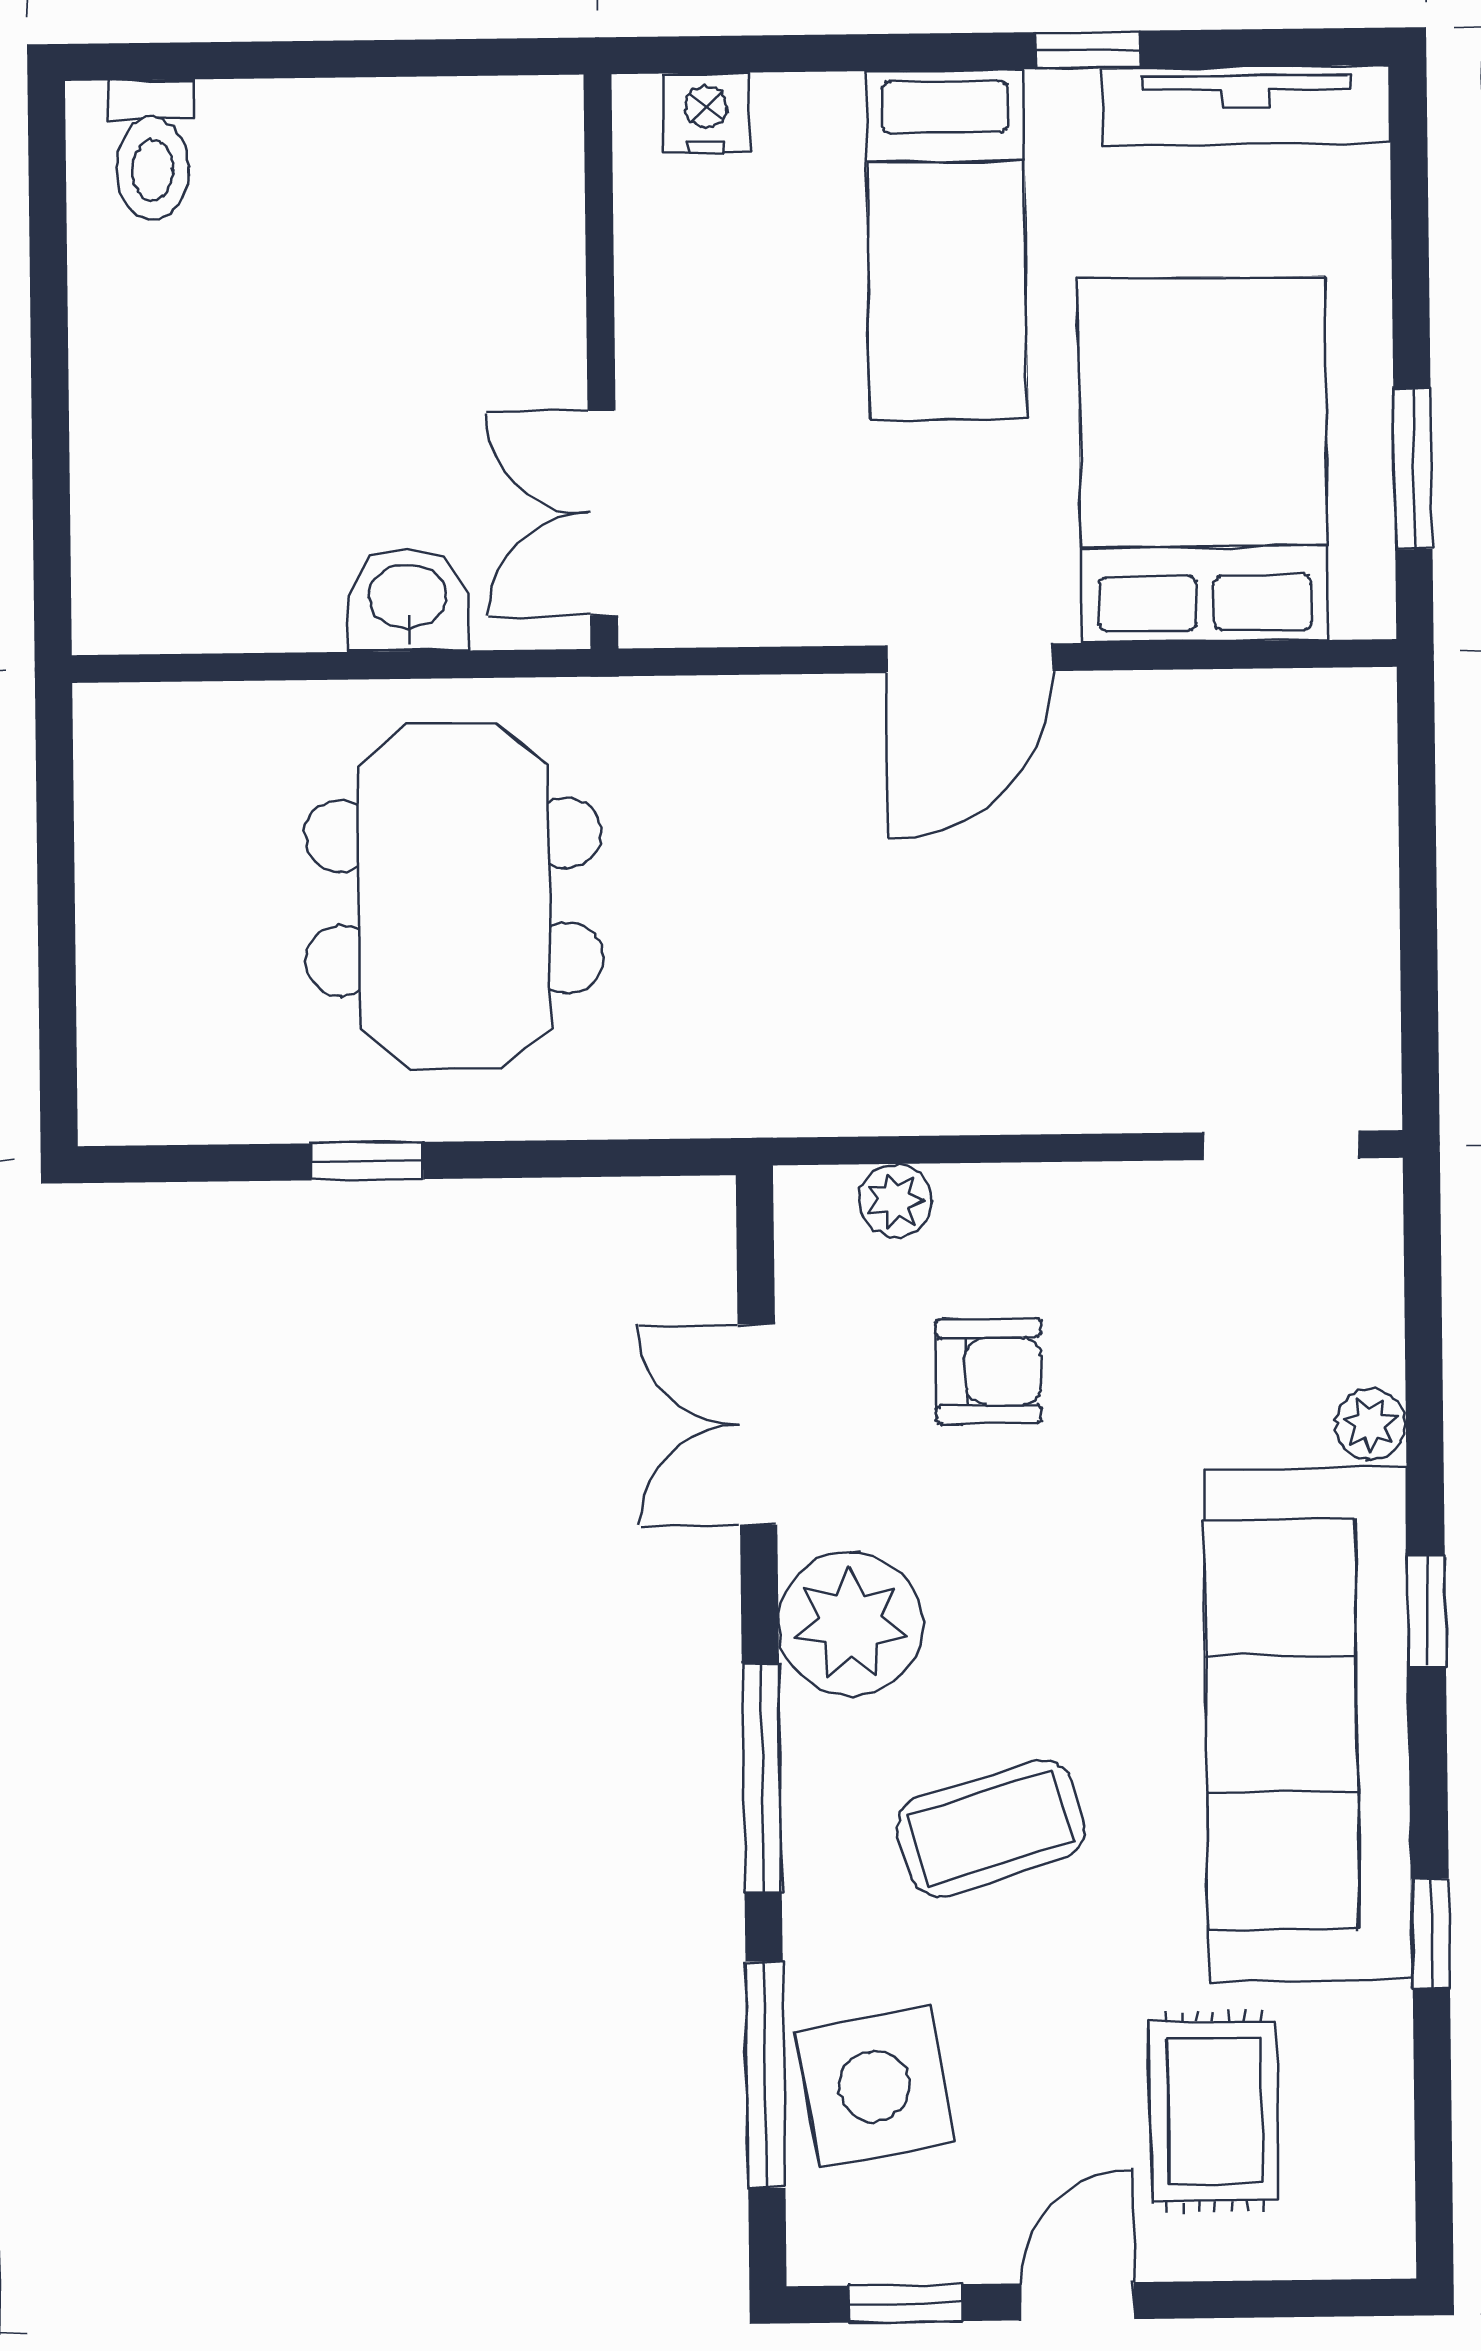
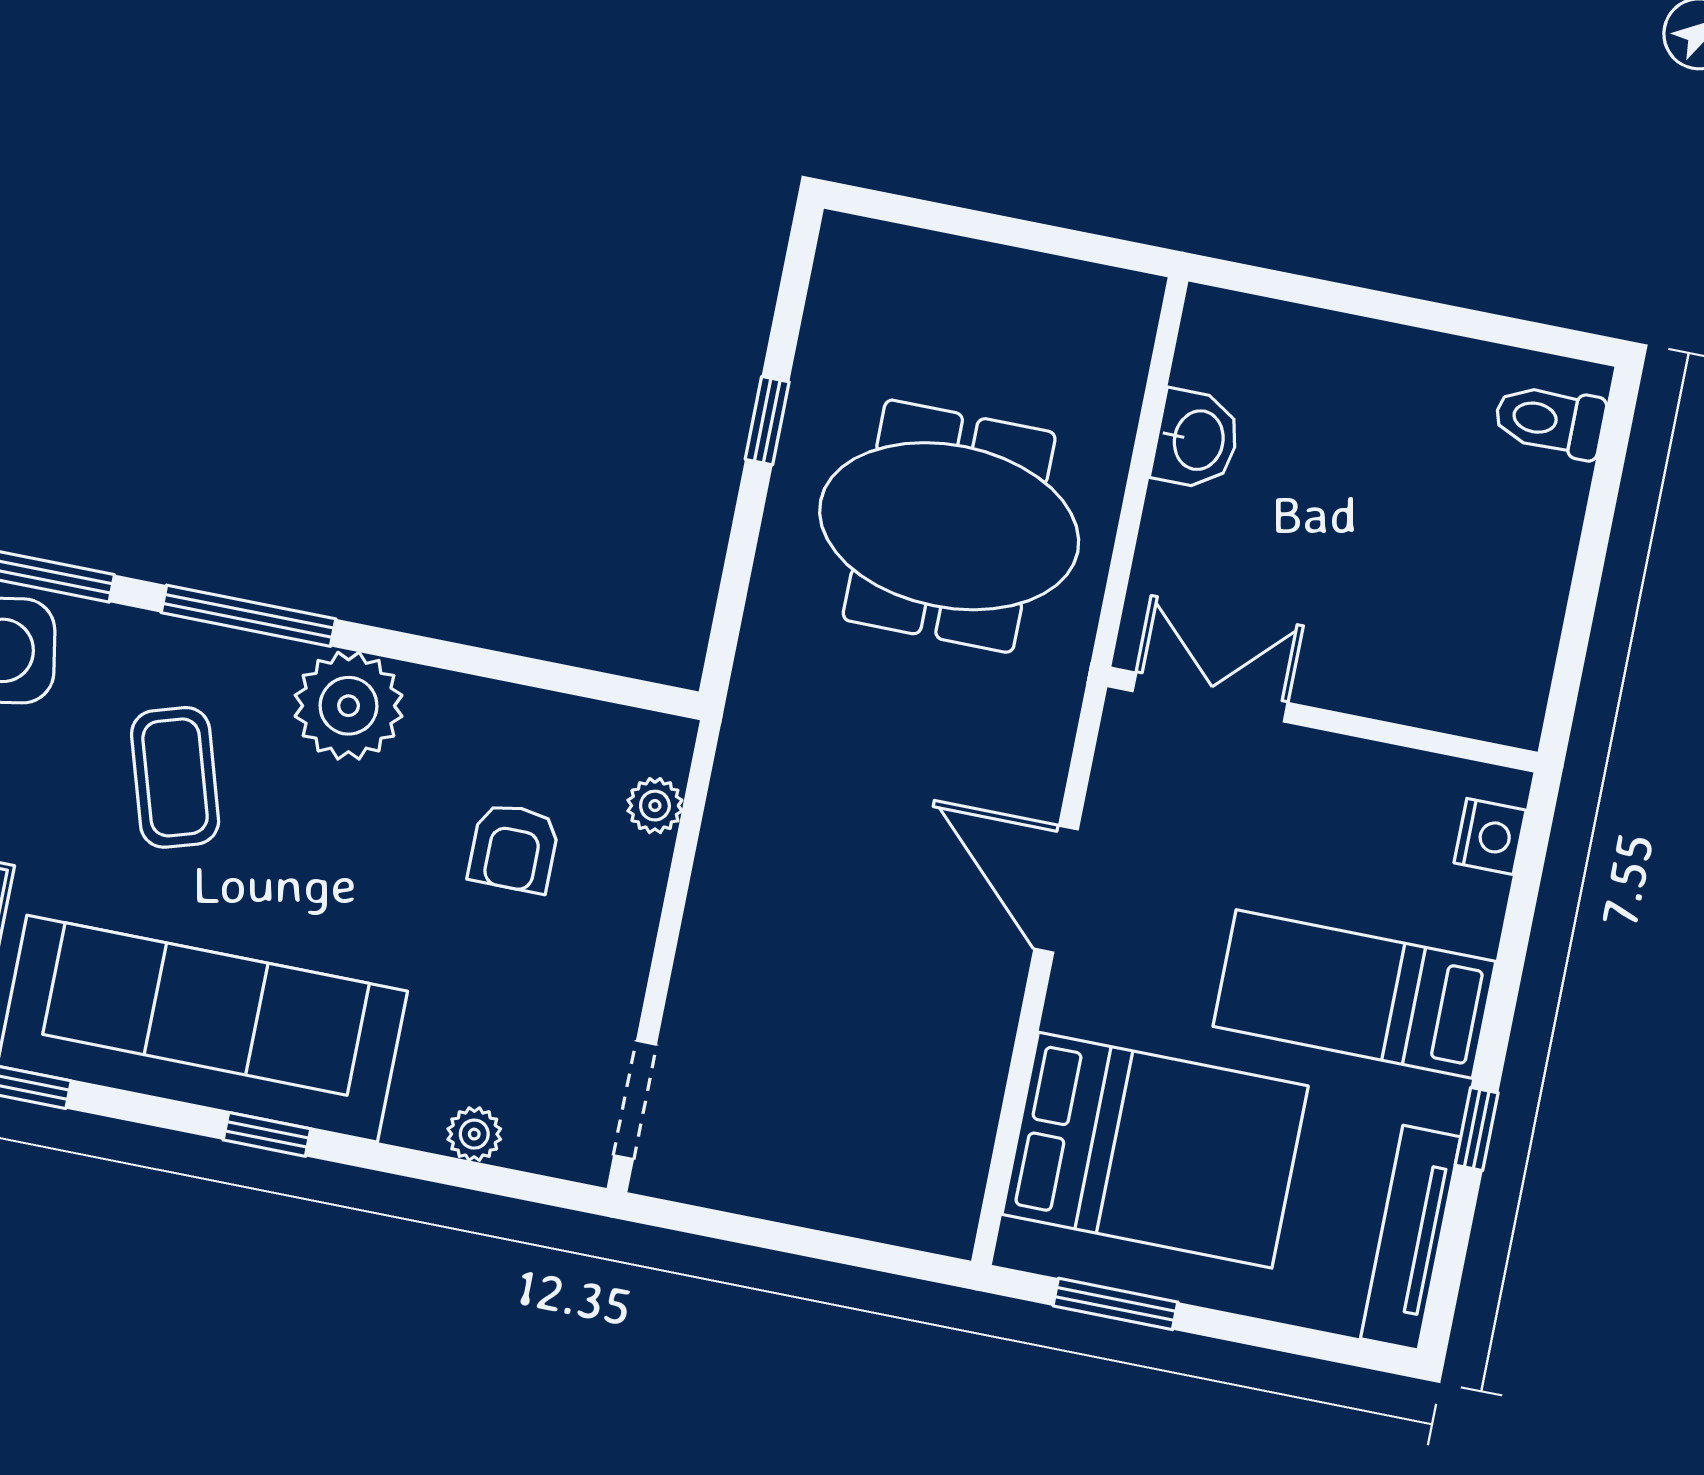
washbasin: (408, 600) -> (1196, 440), moved
door: (970, 658) -> (1056, 889), moved
plant: (1370, 1424) -> (474, 1134), moved
double door: (757, 1425) -> (511, 668), removed

